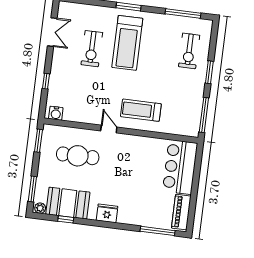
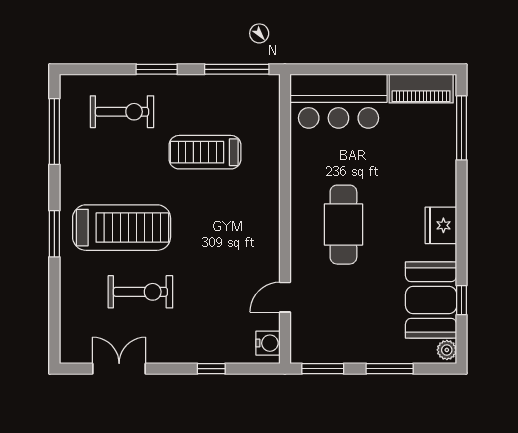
treadmill: (141, 110) -> (205, 152), moved, turned 90
door: (109, 129) -> (285, 297), moved
cafe table: (78, 156) -> (343, 225), moved
window: (32, 189) -> (390, 369), moved

